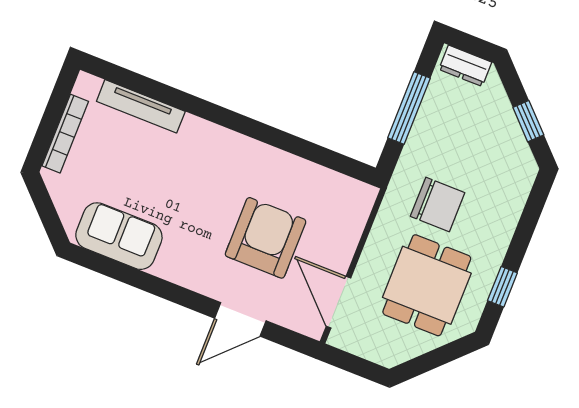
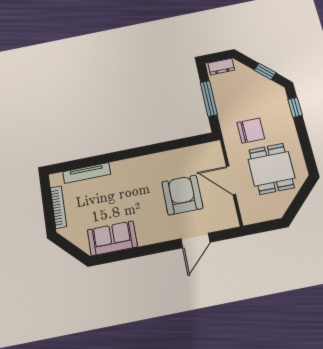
window: (502, 287) -> (295, 107), moved
door: (338, 302) -> (231, 180), moved

